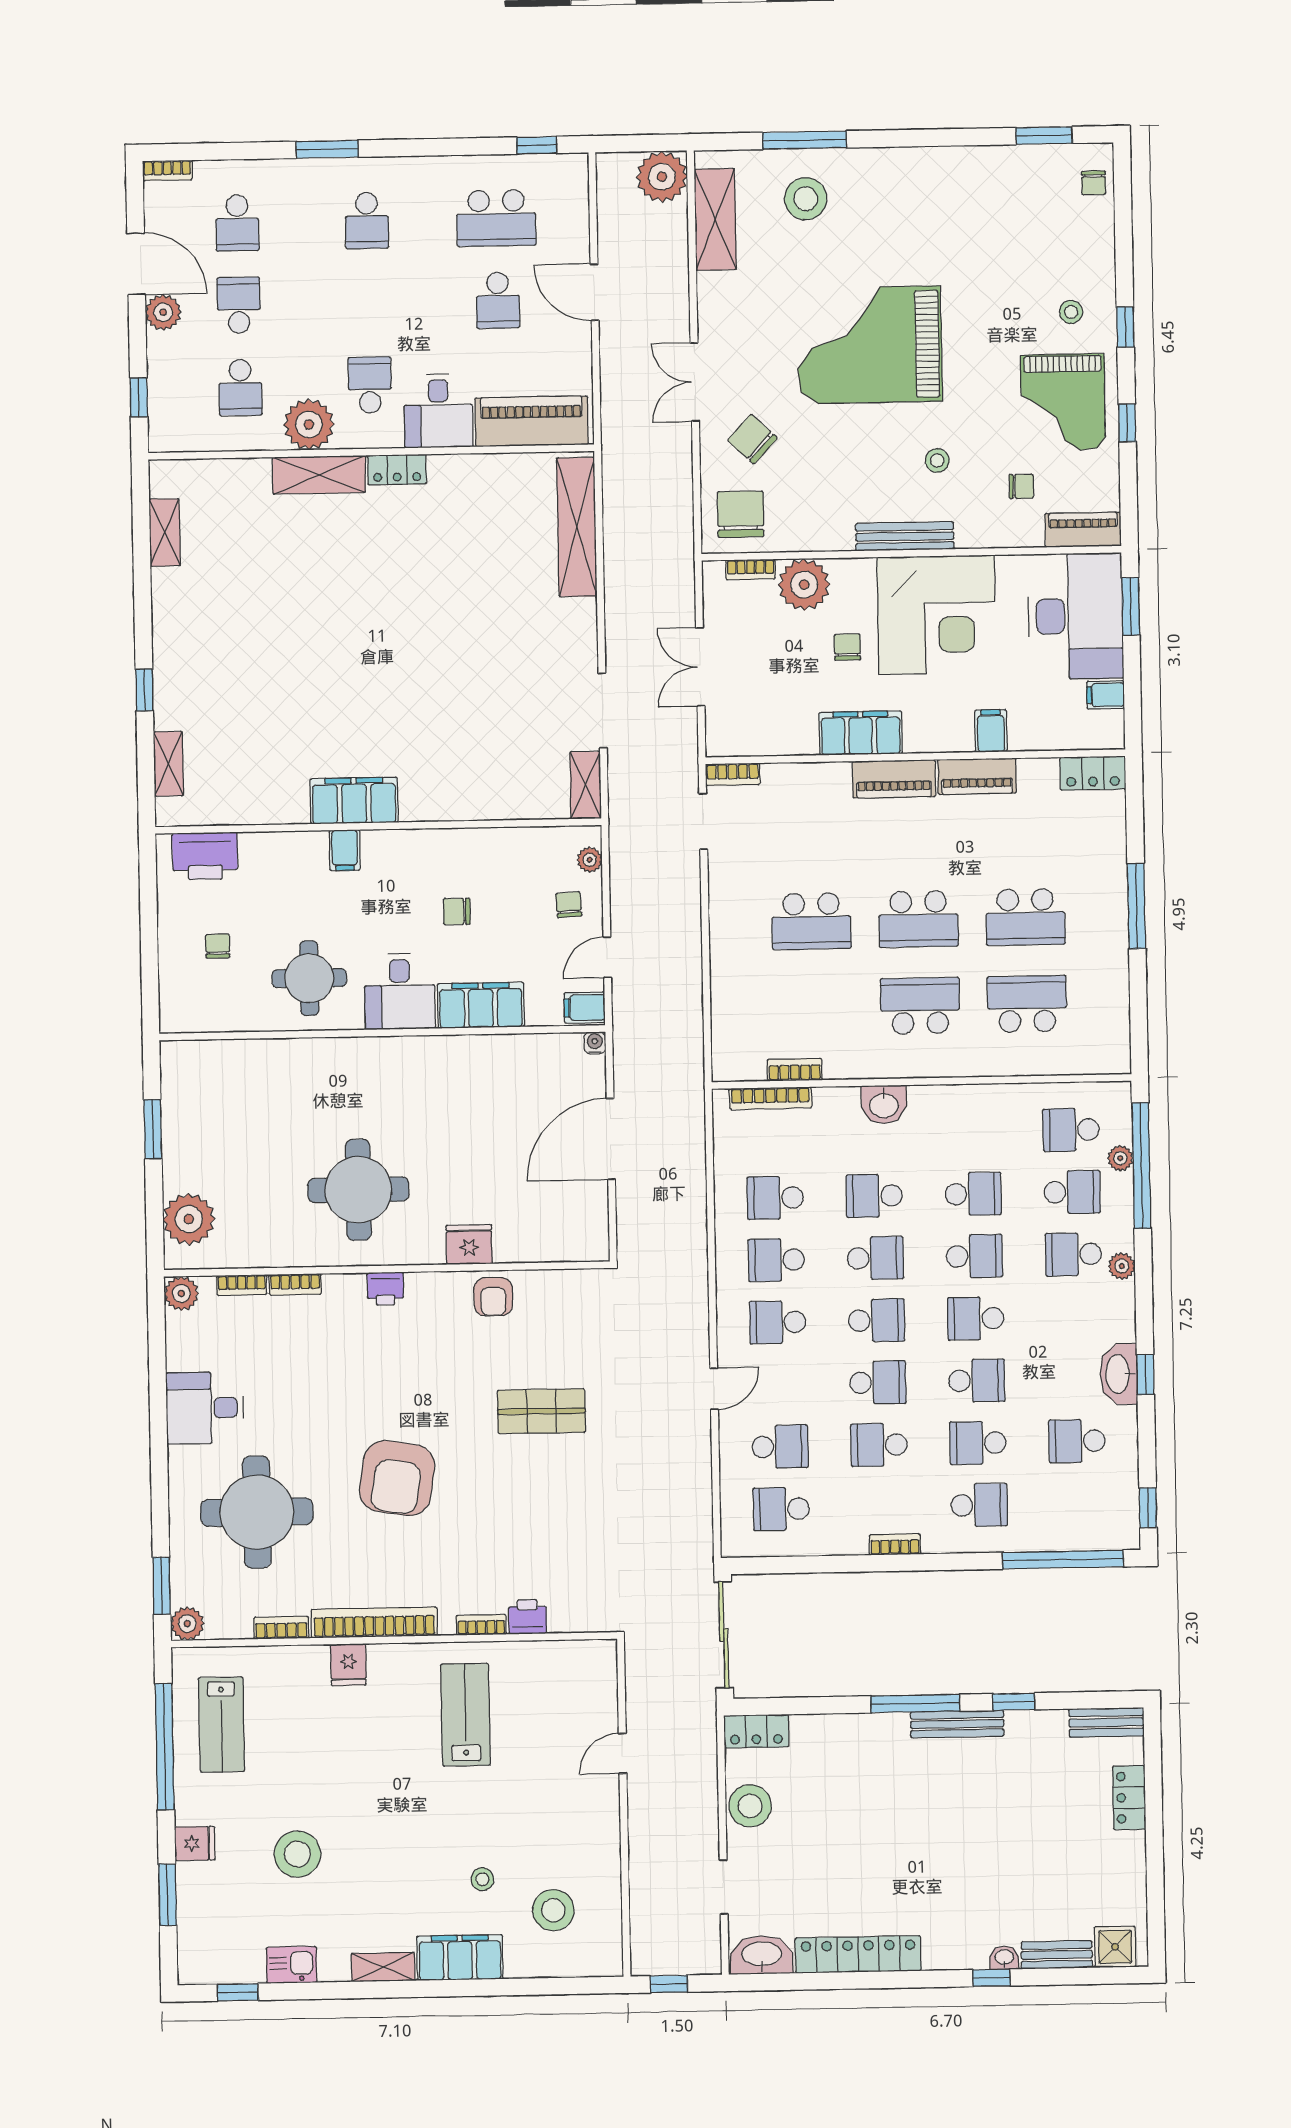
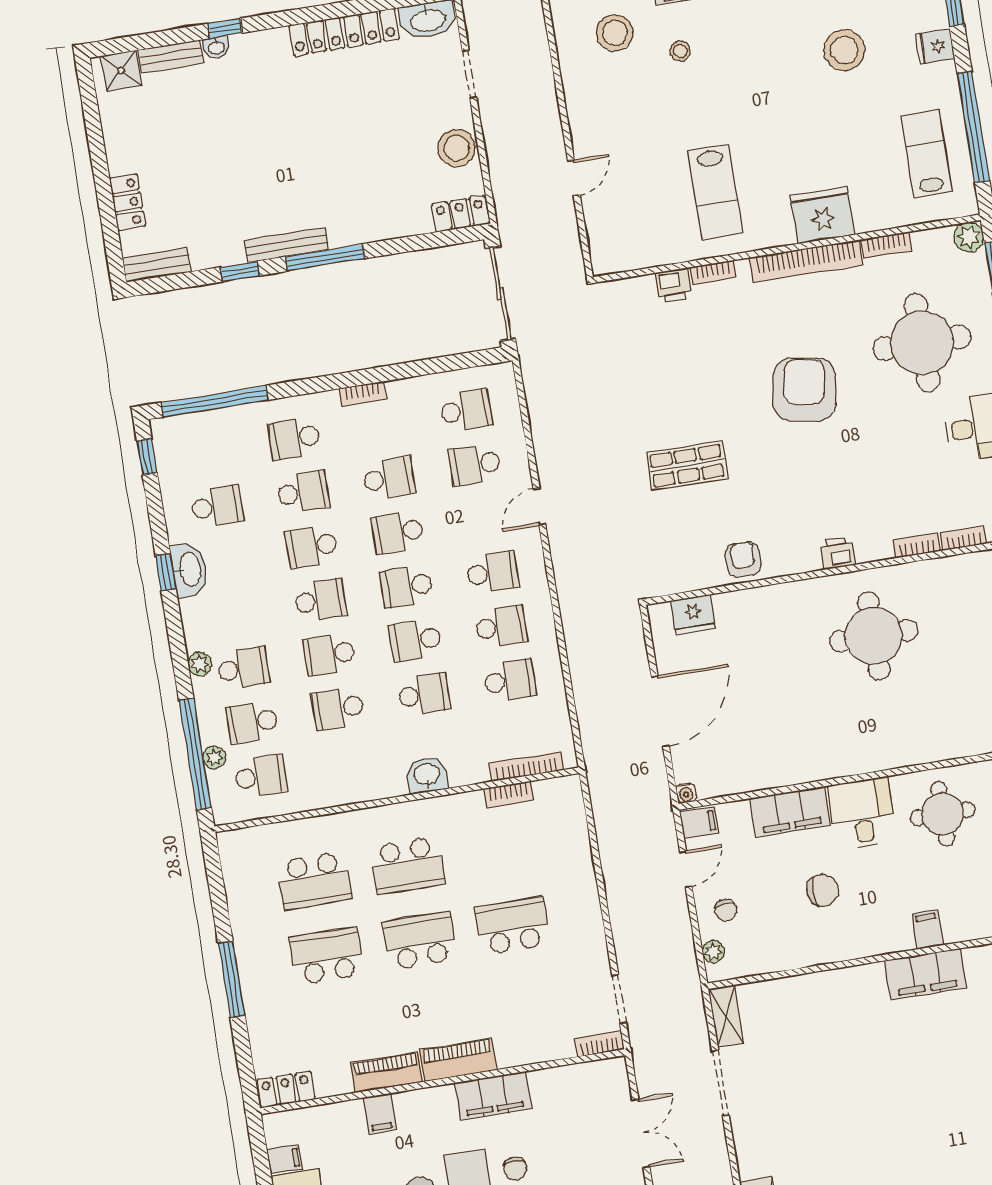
chair: (457, 911) -> (823, 890), width x1.37, depth x1.37
fridge: (469, 1244) -> (693, 614), moved
fridge: (348, 1665) -> (822, 215), width x1.88, depth x1.34

